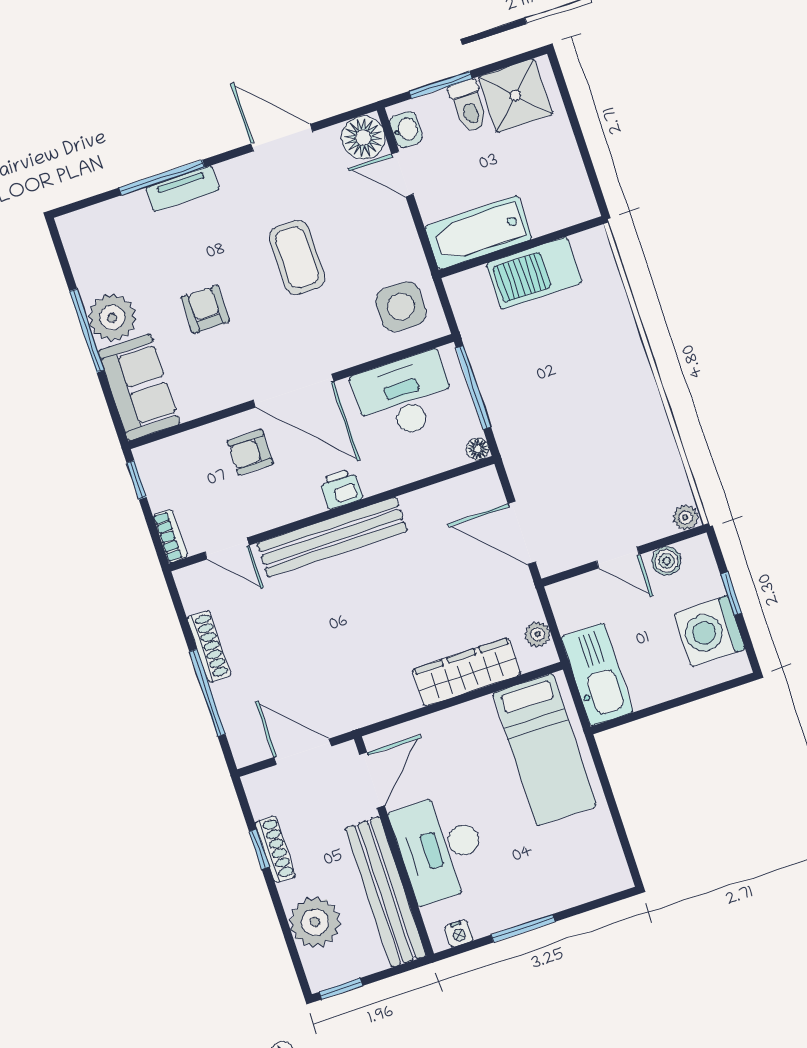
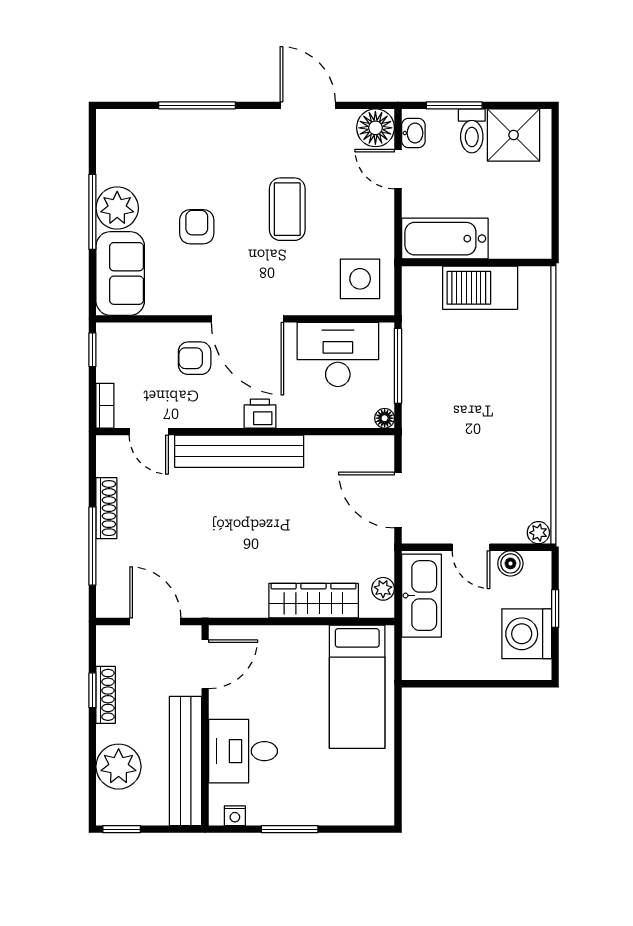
tv unit: (183, 189) -> (211, 121), removed
kitchen sink: (597, 675) -> (421, 596), moved
desk: (440, 848) -> (243, 751), width x0.73

